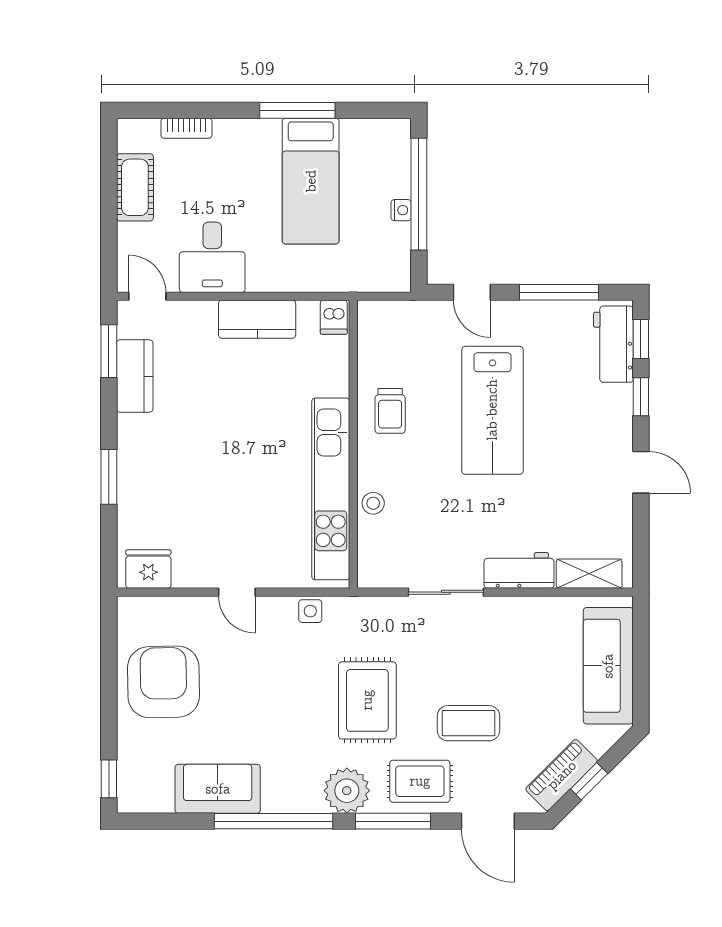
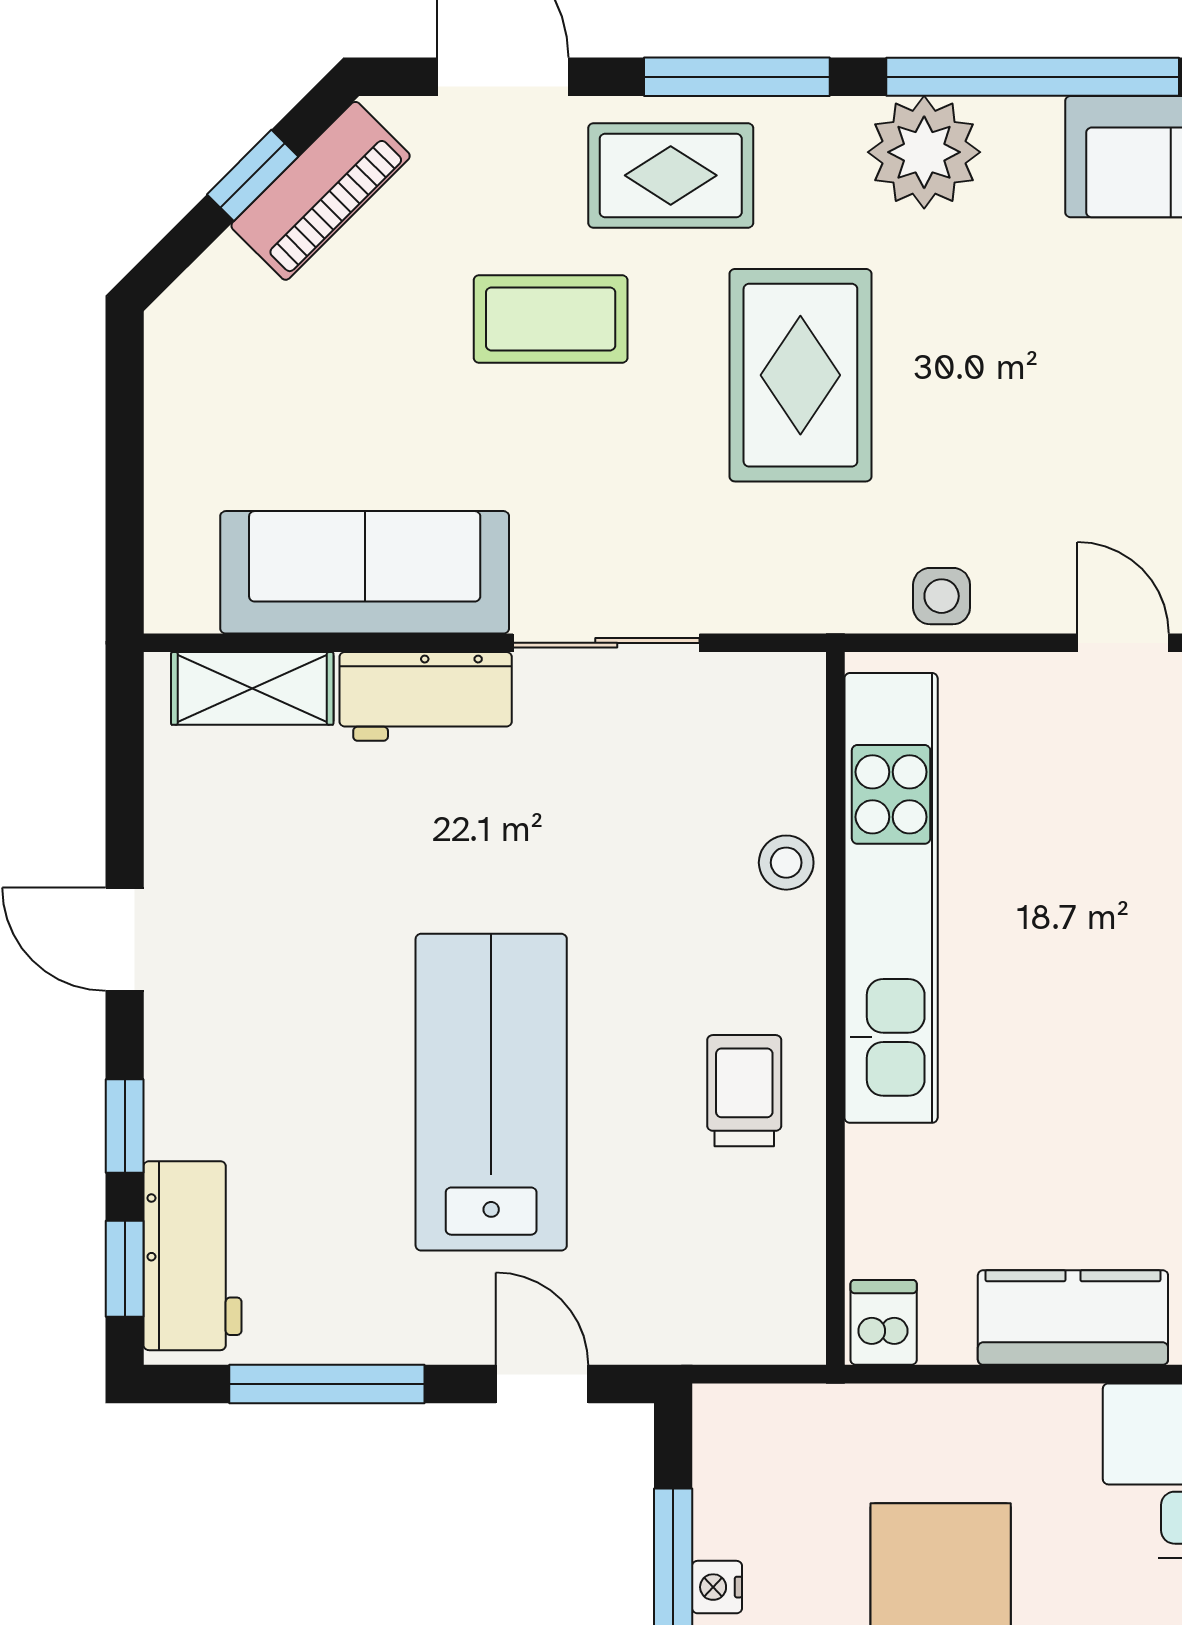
sofa: (608, 666) -> (365, 572), moved, turned -90
plant: (347, 791) -> (924, 152), moved

